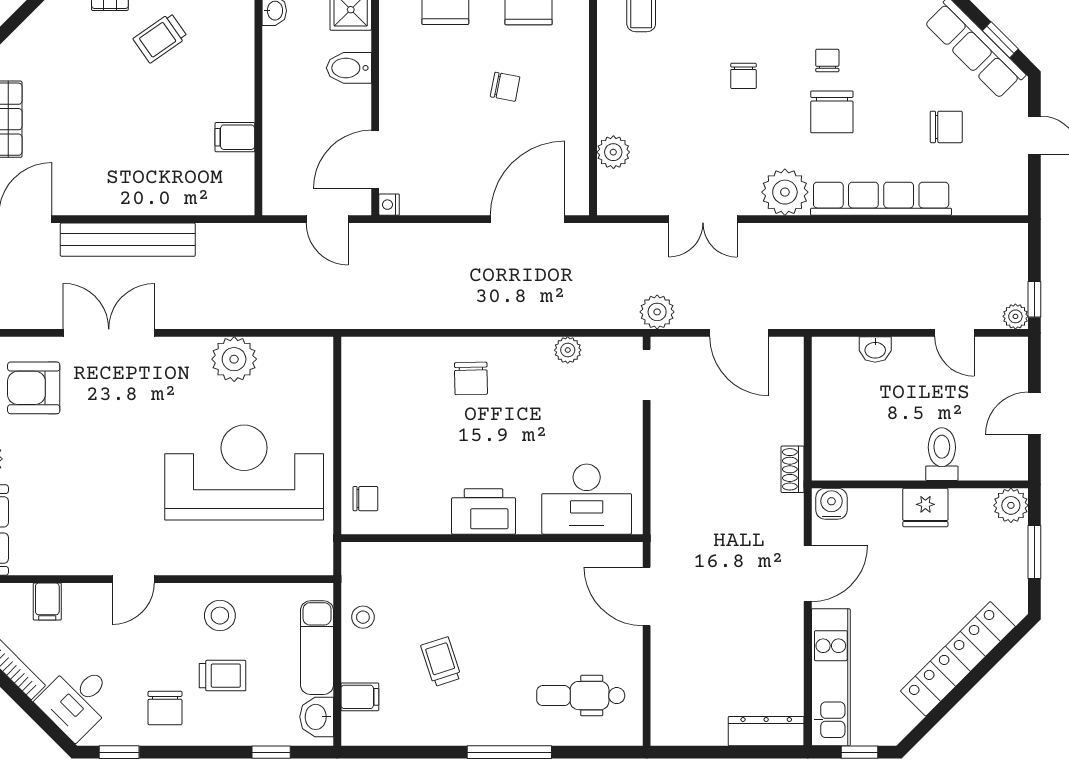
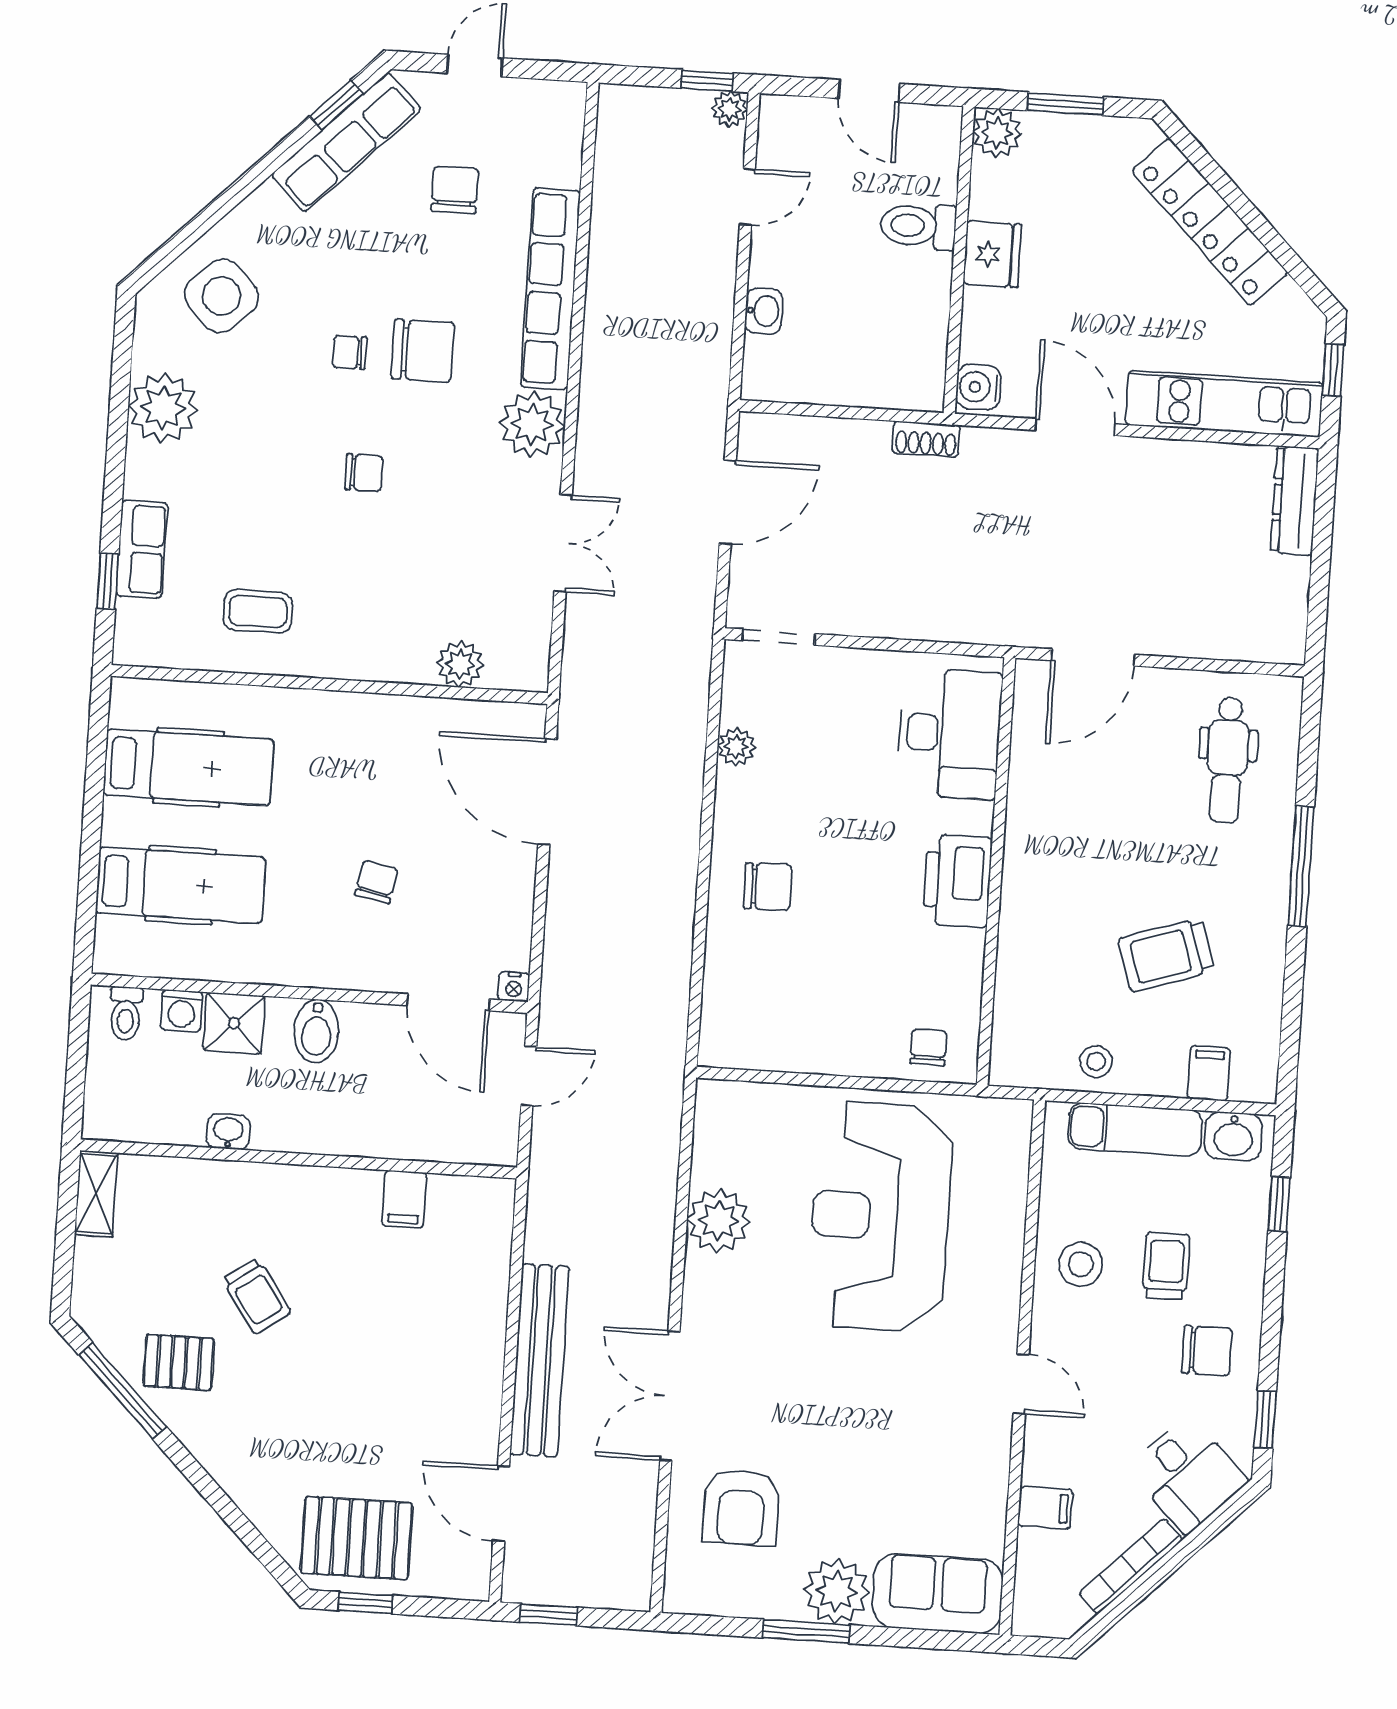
chair: (505, 87) -> (376, 882), moved
plant: (657, 312) -> (690, 617), removed
trolley: (441, 662) -> (1166, 955), width x1.36, depth x1.39

